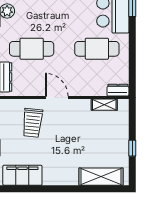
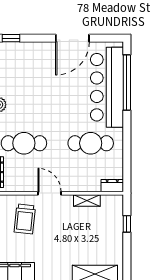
shelving: (104, 105) -> (87, 200), moved
window: (132, 148) -> (127, 224), moved

